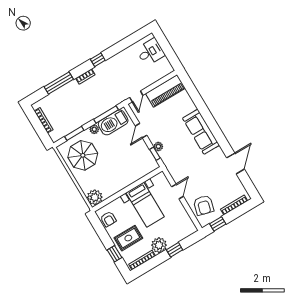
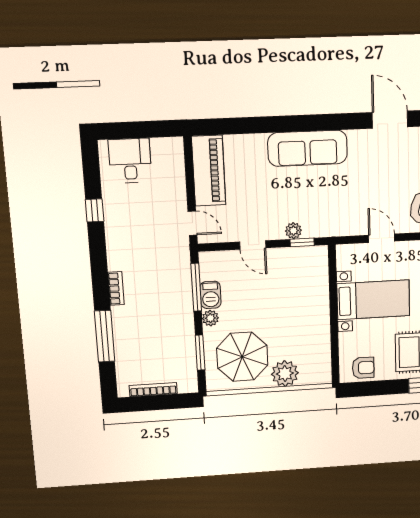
window: (98, 60) -> (95, 210), moved
barbecue: (113, 122) -> (211, 295), width x0.53, depth x0.65
plant: (95, 197) -> (285, 374), moved

